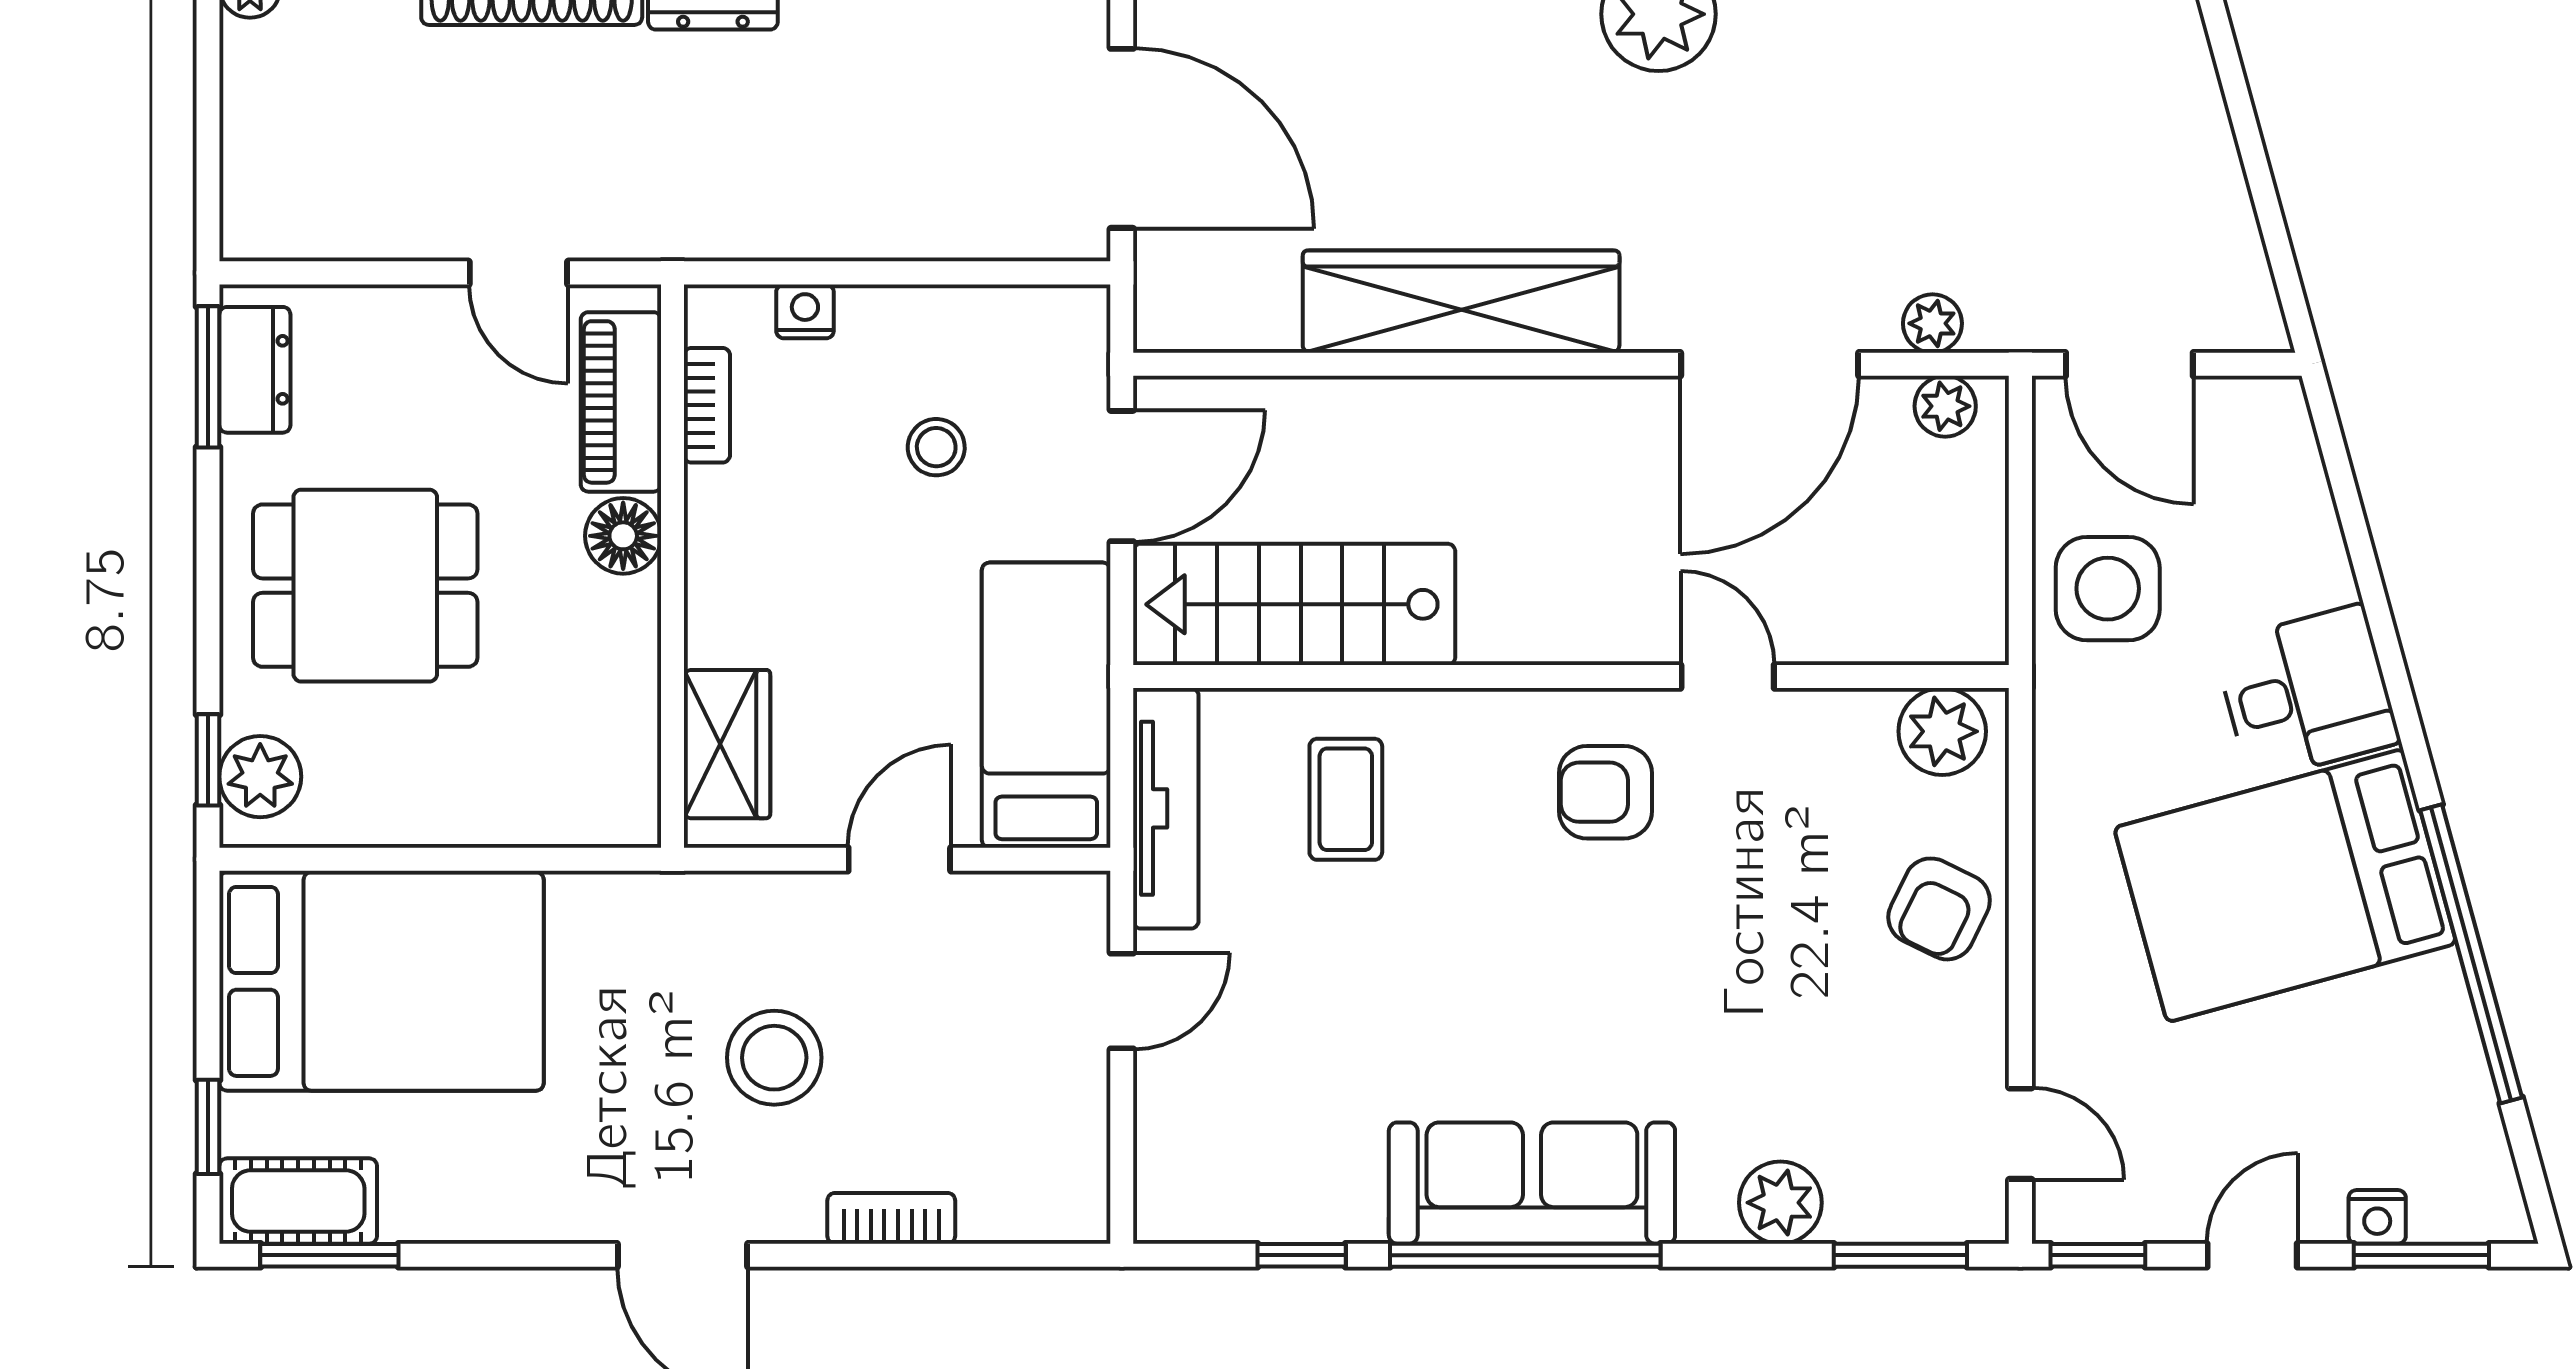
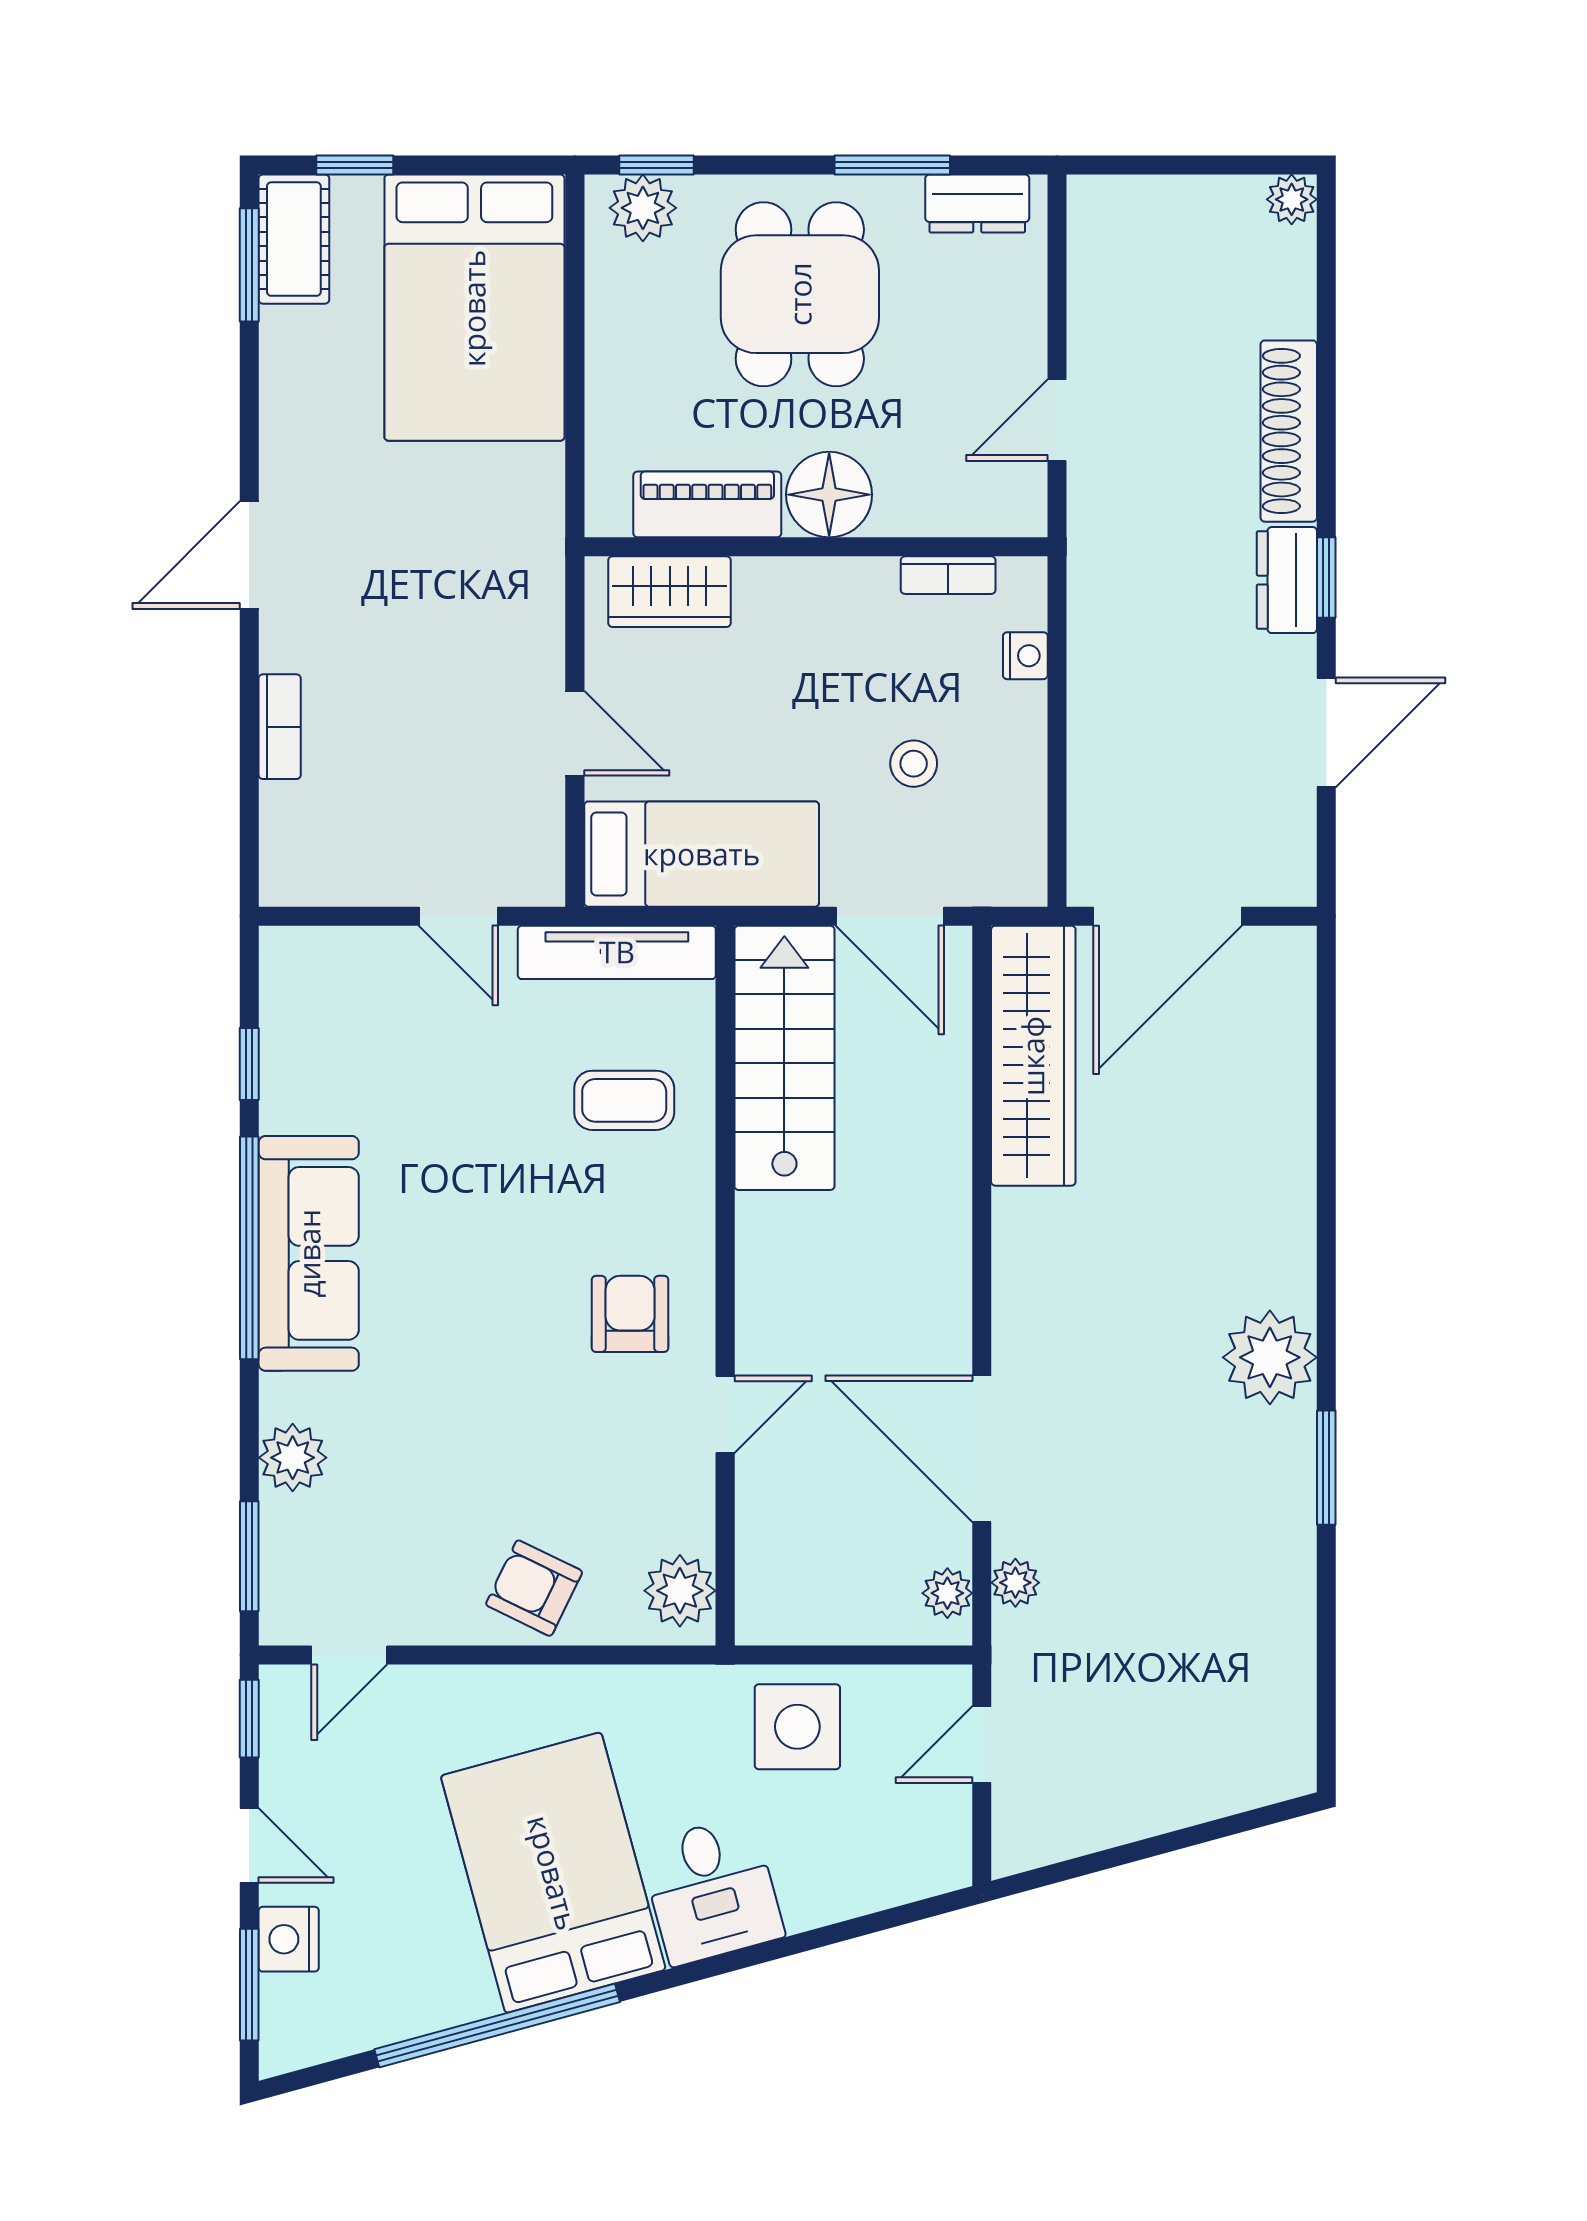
wardrobe: (1461, 302) -> (1033, 1056), moved
door: (2129, 364) -> (982, 1745), width x0.73
window: (208, 377) -> (892, 165), moved
piano: (621, 402) -> (707, 504), moved
floor lamp: (623, 536) -> (829, 495), width x1.38, depth x1.38
stool: (774, 1058) -> (412, 630), removed
nightstand: (2377, 1217) -> (289, 1939), width x1.39, depth x1.35

